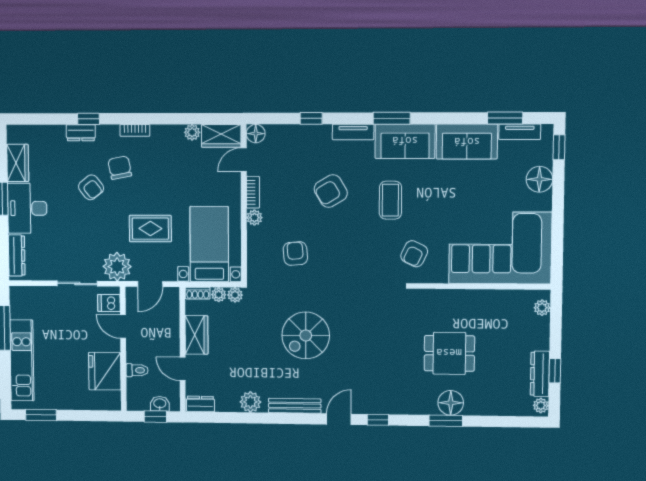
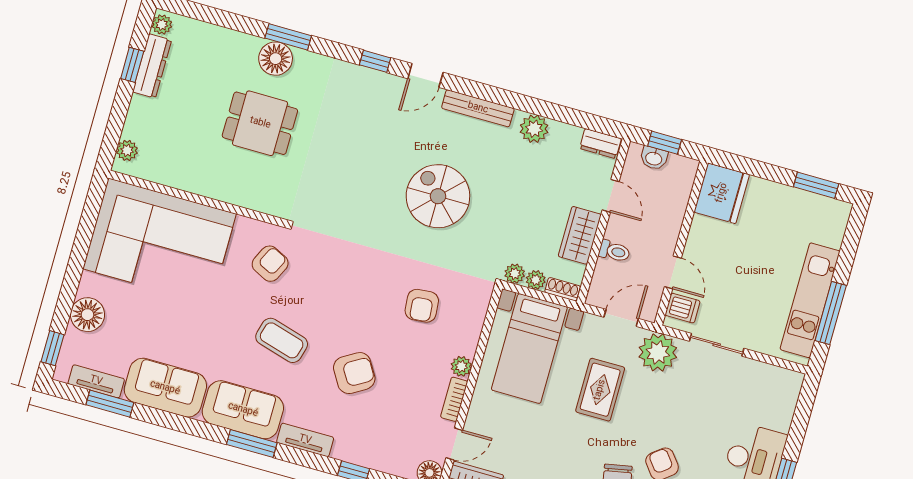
coffee table: (390, 200) -> (282, 340), turned -74
rug: (150, 229) -> (600, 390), turned 90
dresser: (17, 255) -> (786, 403), removed
spiral stairs: (306, 335) -> (438, 196), turned -90
kitchen unit: (22, 360) -> (810, 300), moved
toilet: (137, 370) -> (614, 251), moved, turned 180
fridge: (105, 371) -> (722, 193), moved

